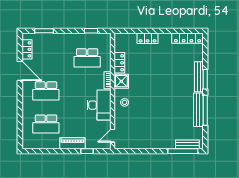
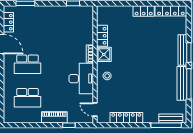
locker: (148, 38) -> (144, 11), moved
school desk: (87, 58) -> (69, 31), removed
door: (113, 136) -> (95, 110), hinge flipped
locker: (144, 144) -> (126, 118), added

